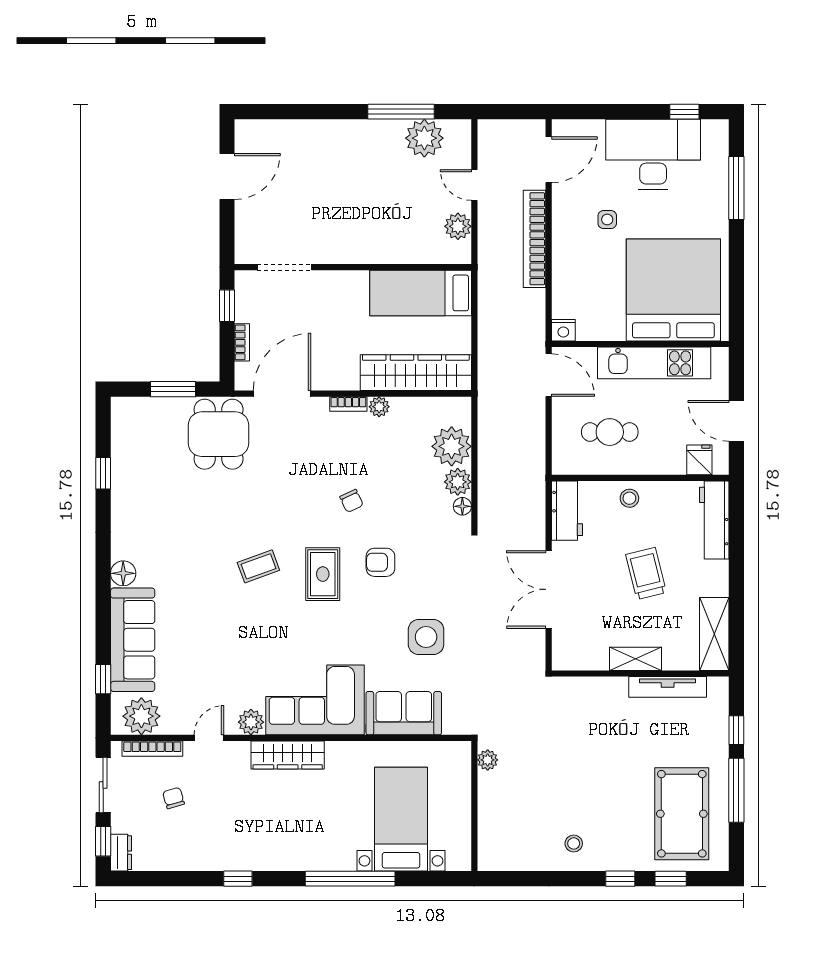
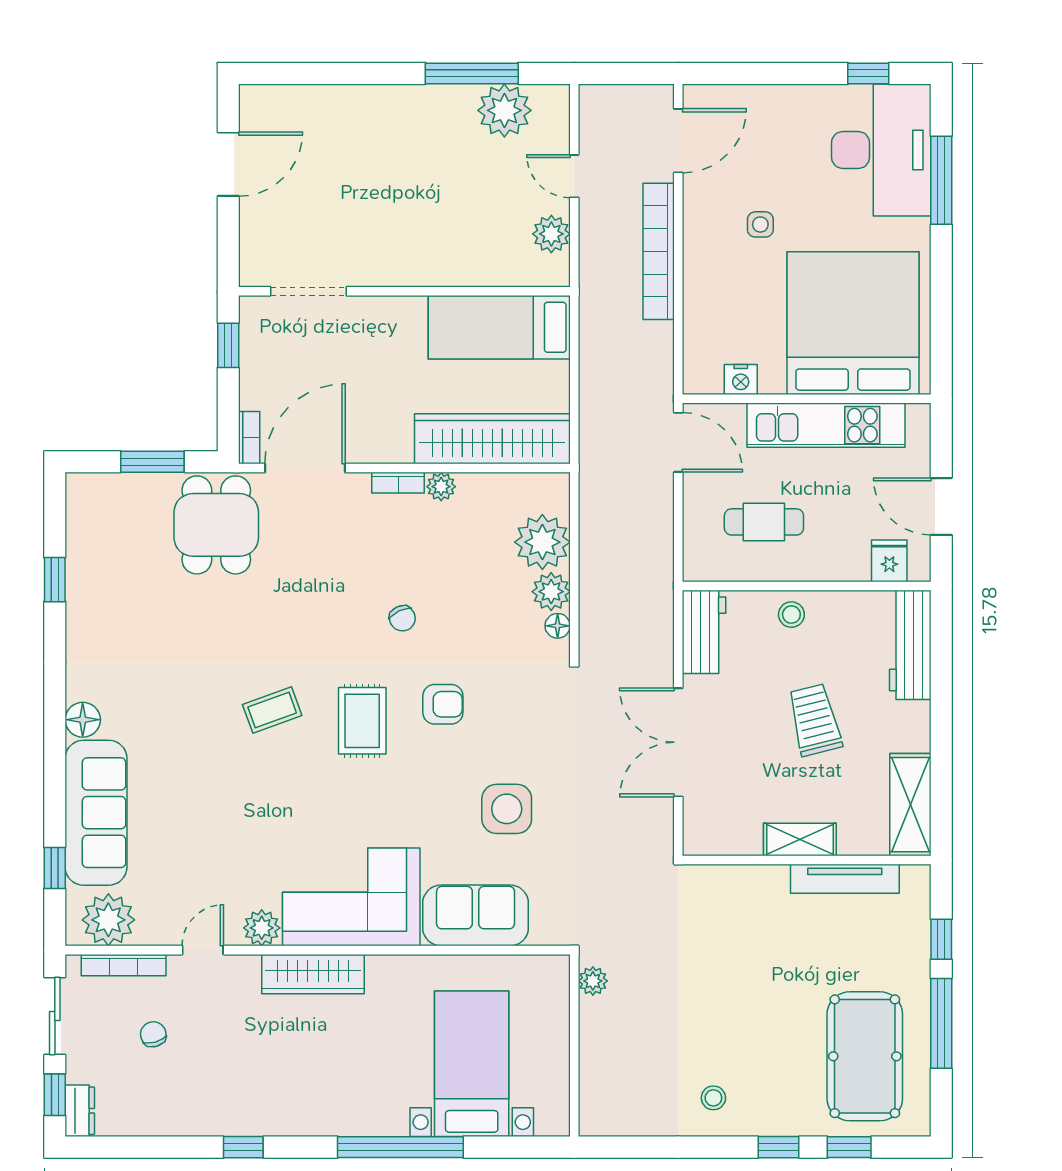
desk: (653, 154) -> (881, 150), moved, turned 90
nightstand: (563, 330) -> (741, 379), moved
bookcase: (242, 342) -> (249, 438), moved
armchair: (380, 562) -> (443, 704), turned 180

